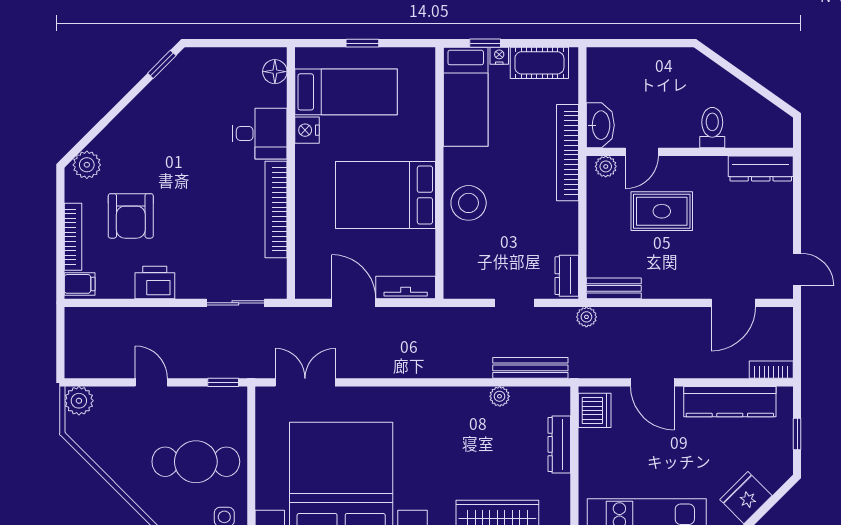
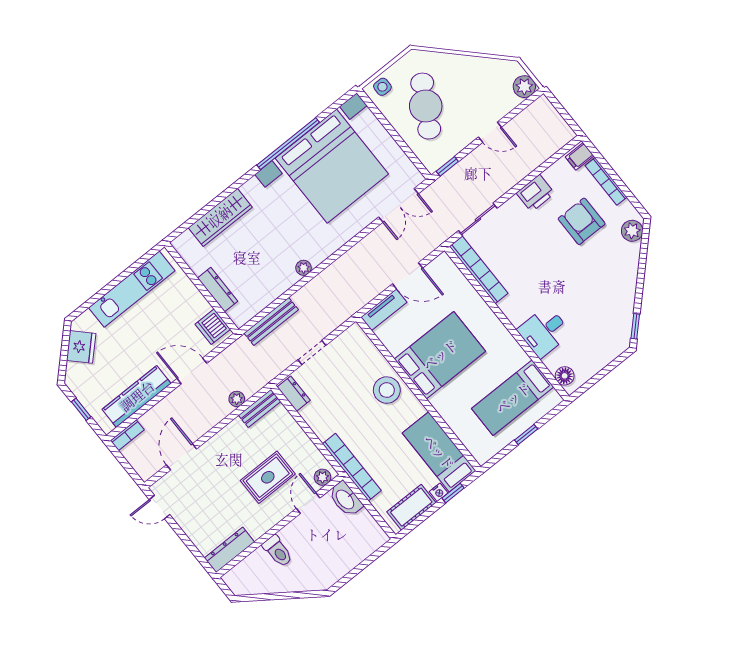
nightstand: (307, 130) -> (518, 356), removed
bookcase: (276, 209) -> (479, 270), moved
plant: (586, 317) -> (237, 399), moved
plant: (500, 396) -> (304, 268), moved
cafe table: (196, 462) -> (426, 106), turned -60

